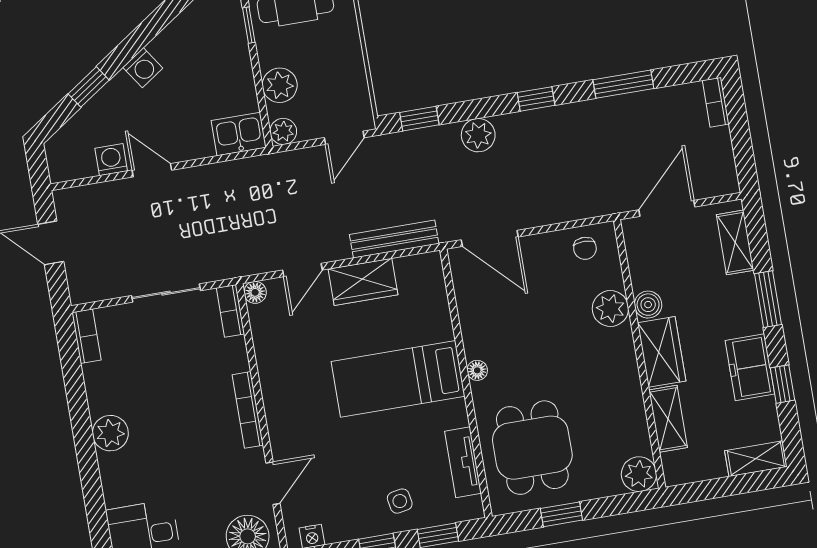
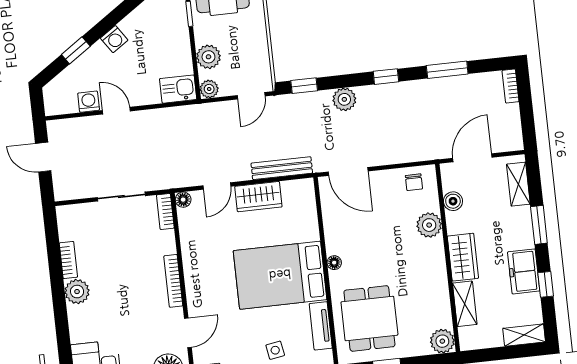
boiler: (648, 305) -> (453, 201), moved
bookcase: (86, 336) -> (68, 260), moved
bed: (398, 379) -> (280, 275), width x1.50

